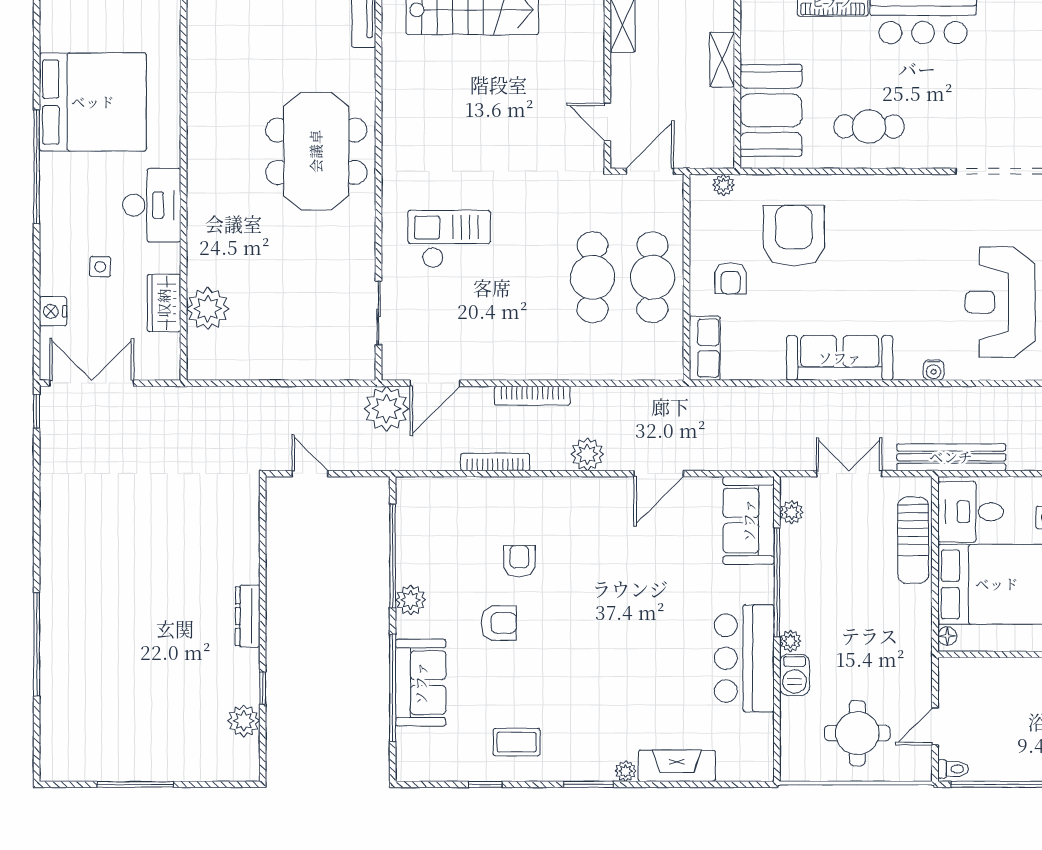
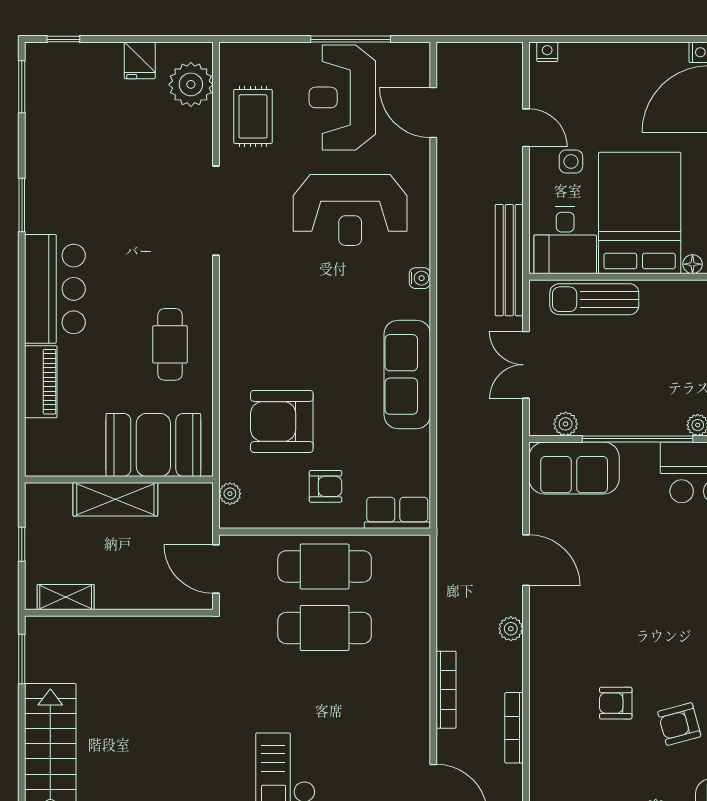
shelving: (722, 60) -> (115, 499), width x1.50, depth x1.33
door: (607, 122) -> (165, 613), removed
plant: (587, 454) -> (511, 629), width x0.73, depth x0.73
sun lounger: (913, 540) -> (594, 299), turned 180
armchair: (499, 623) -> (679, 724), turned -105

